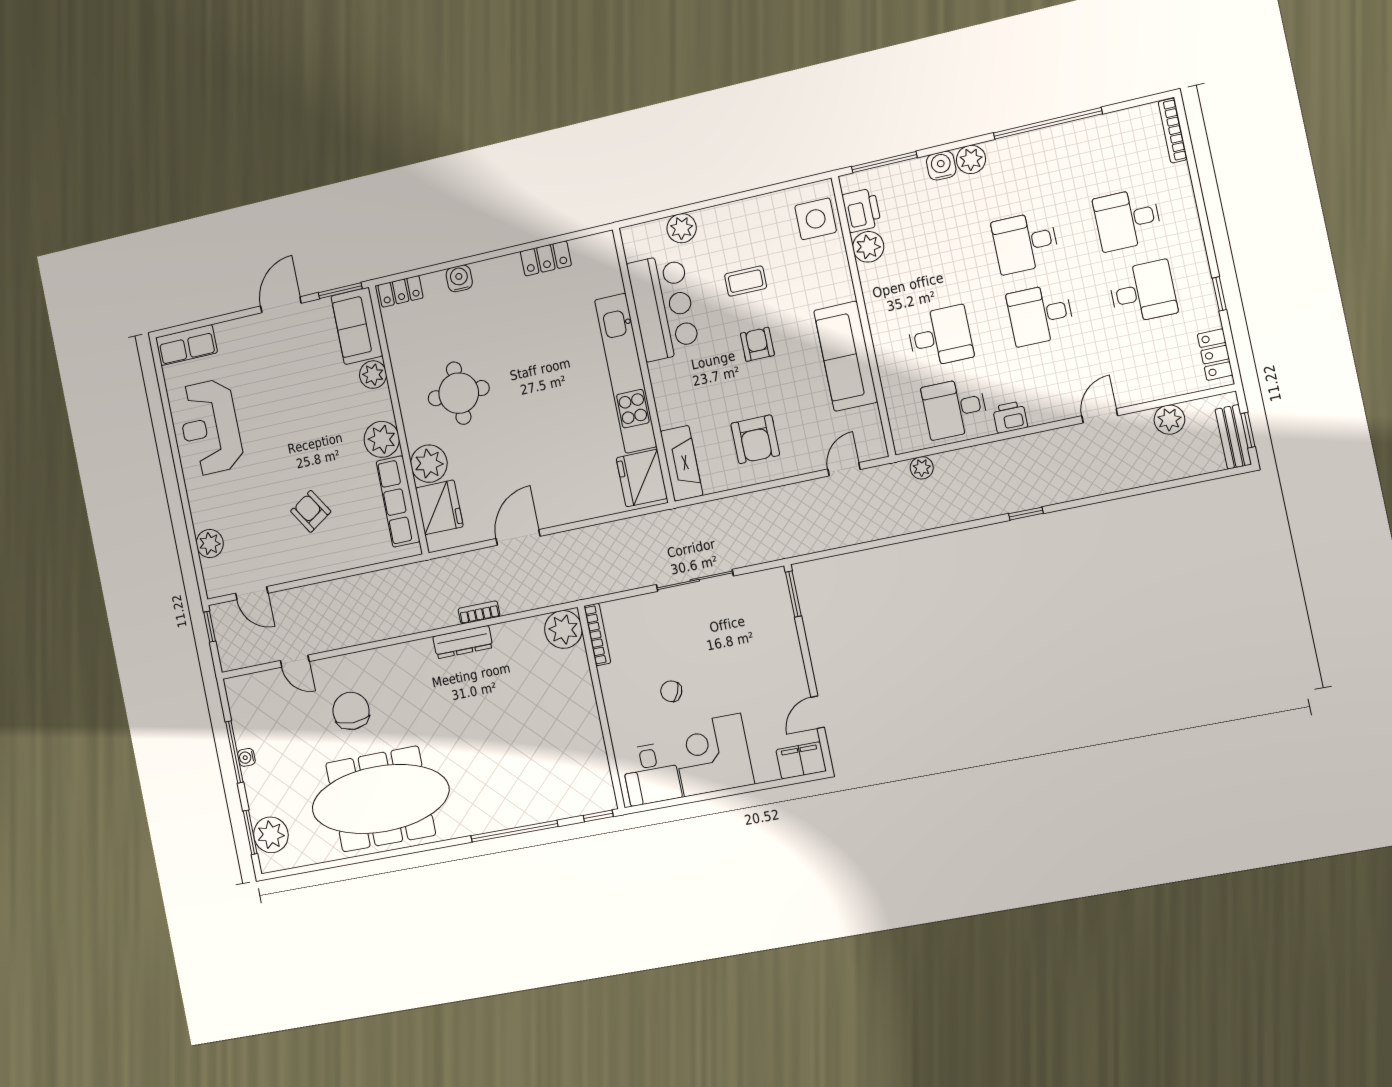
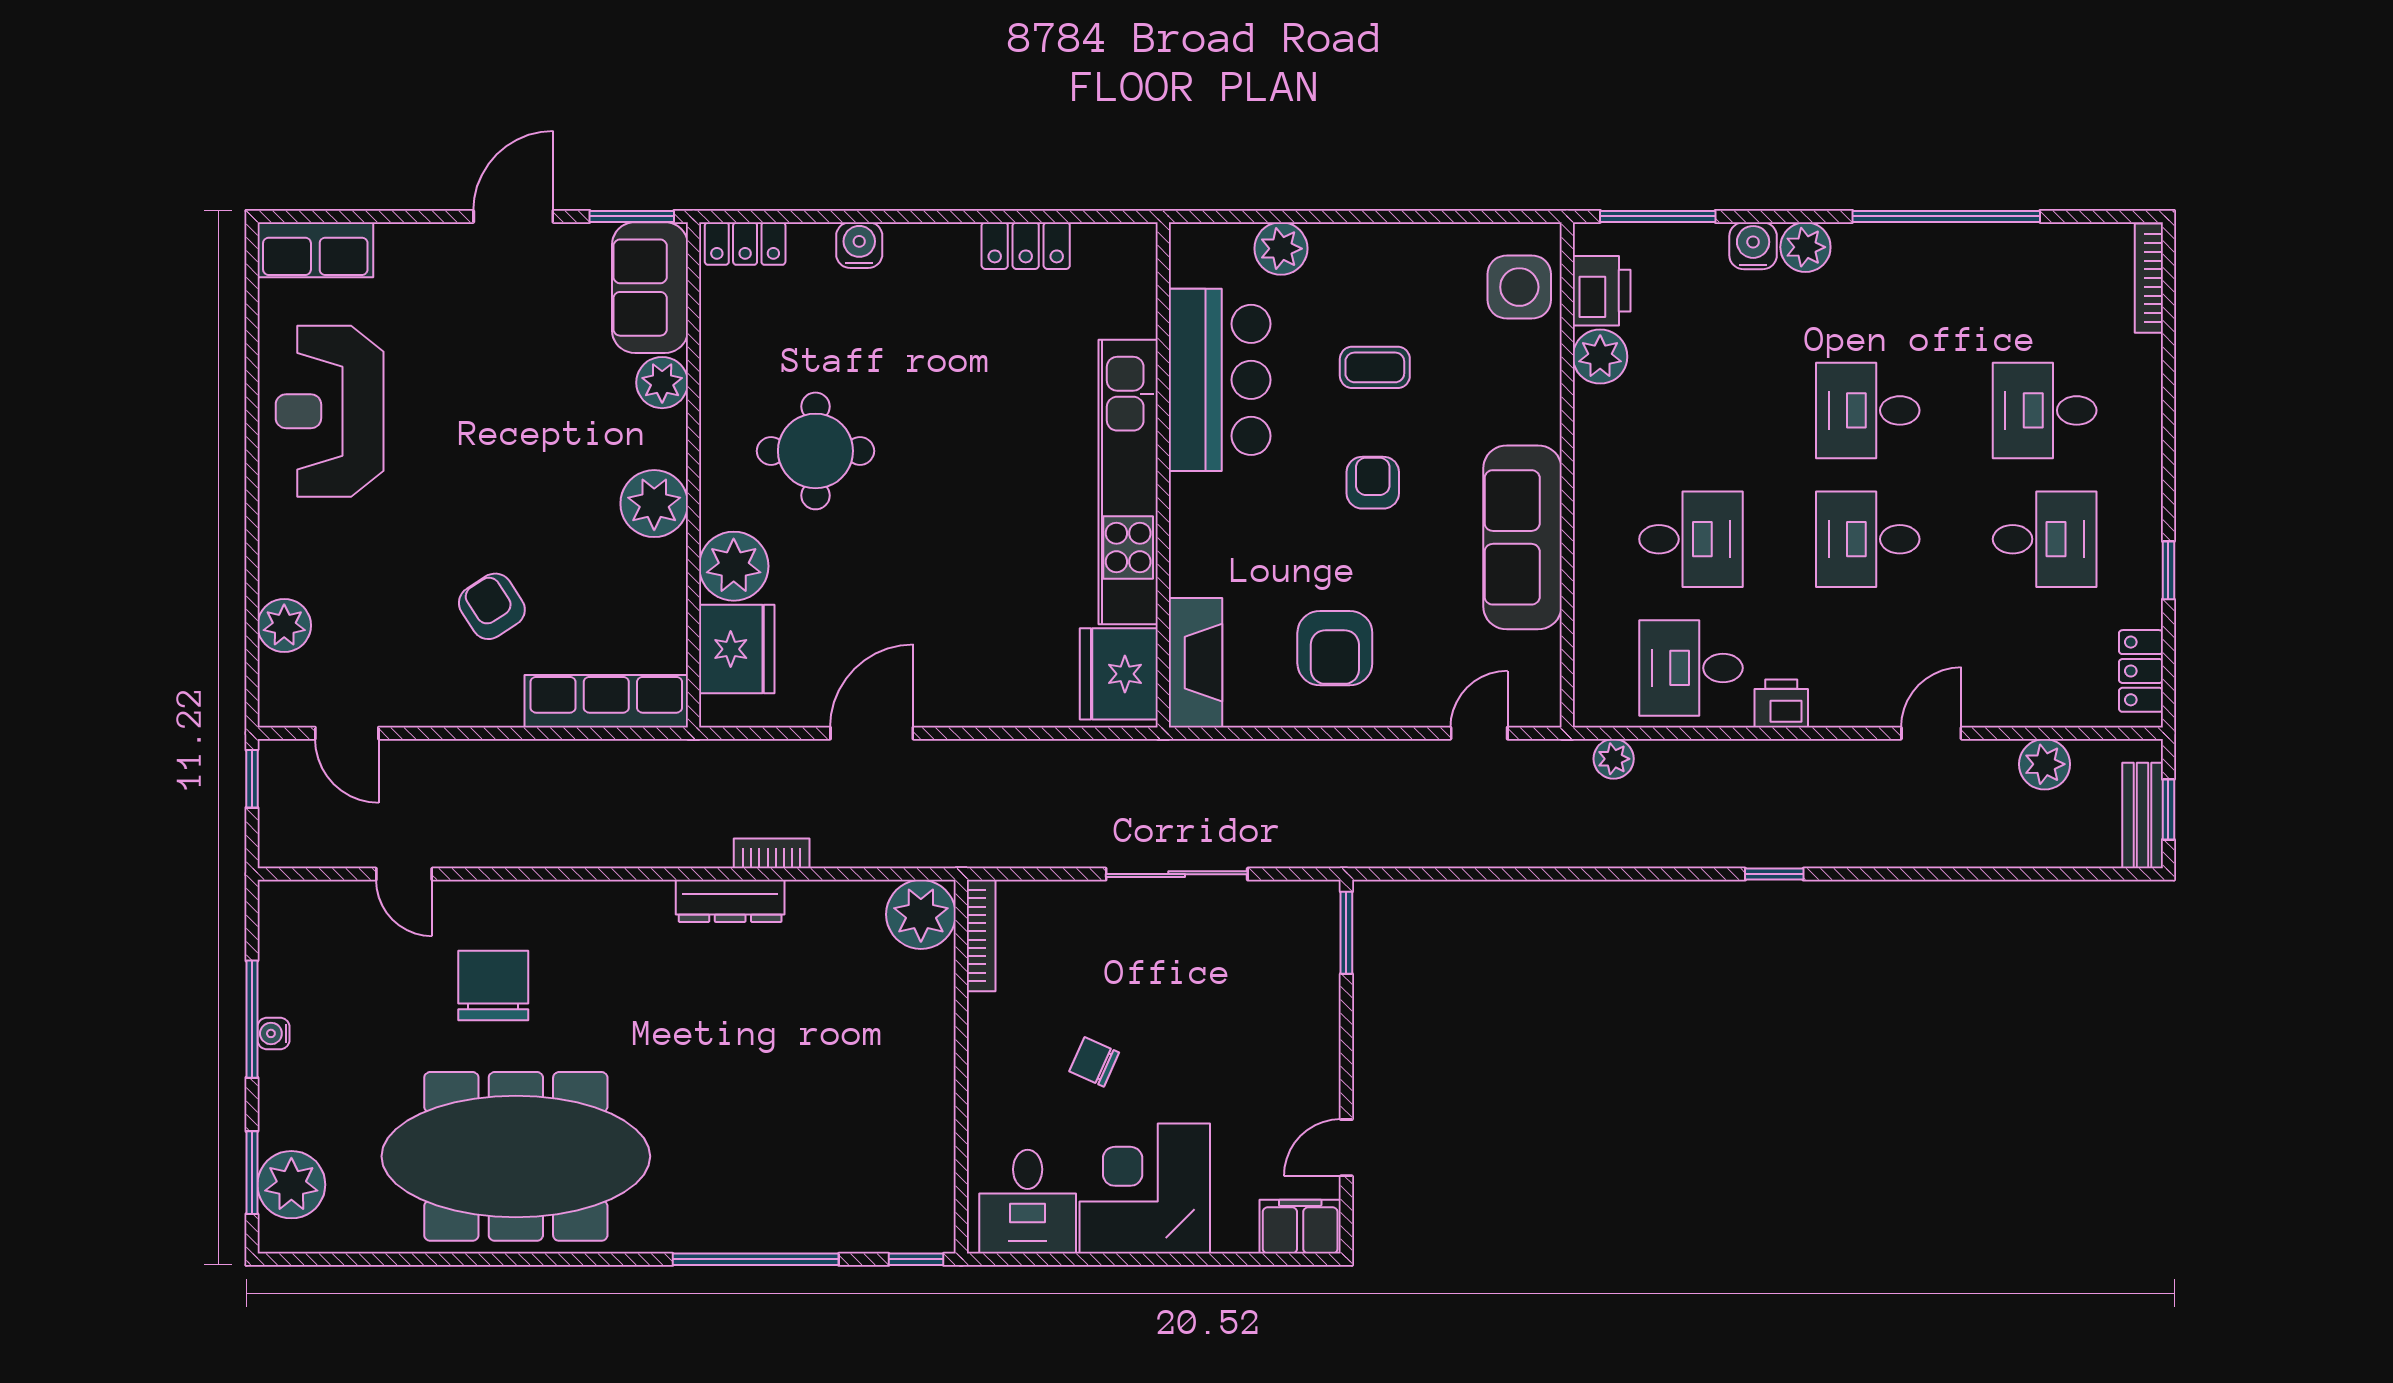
row of seats: (398, 501) -> (606, 701), moved, turned 90

